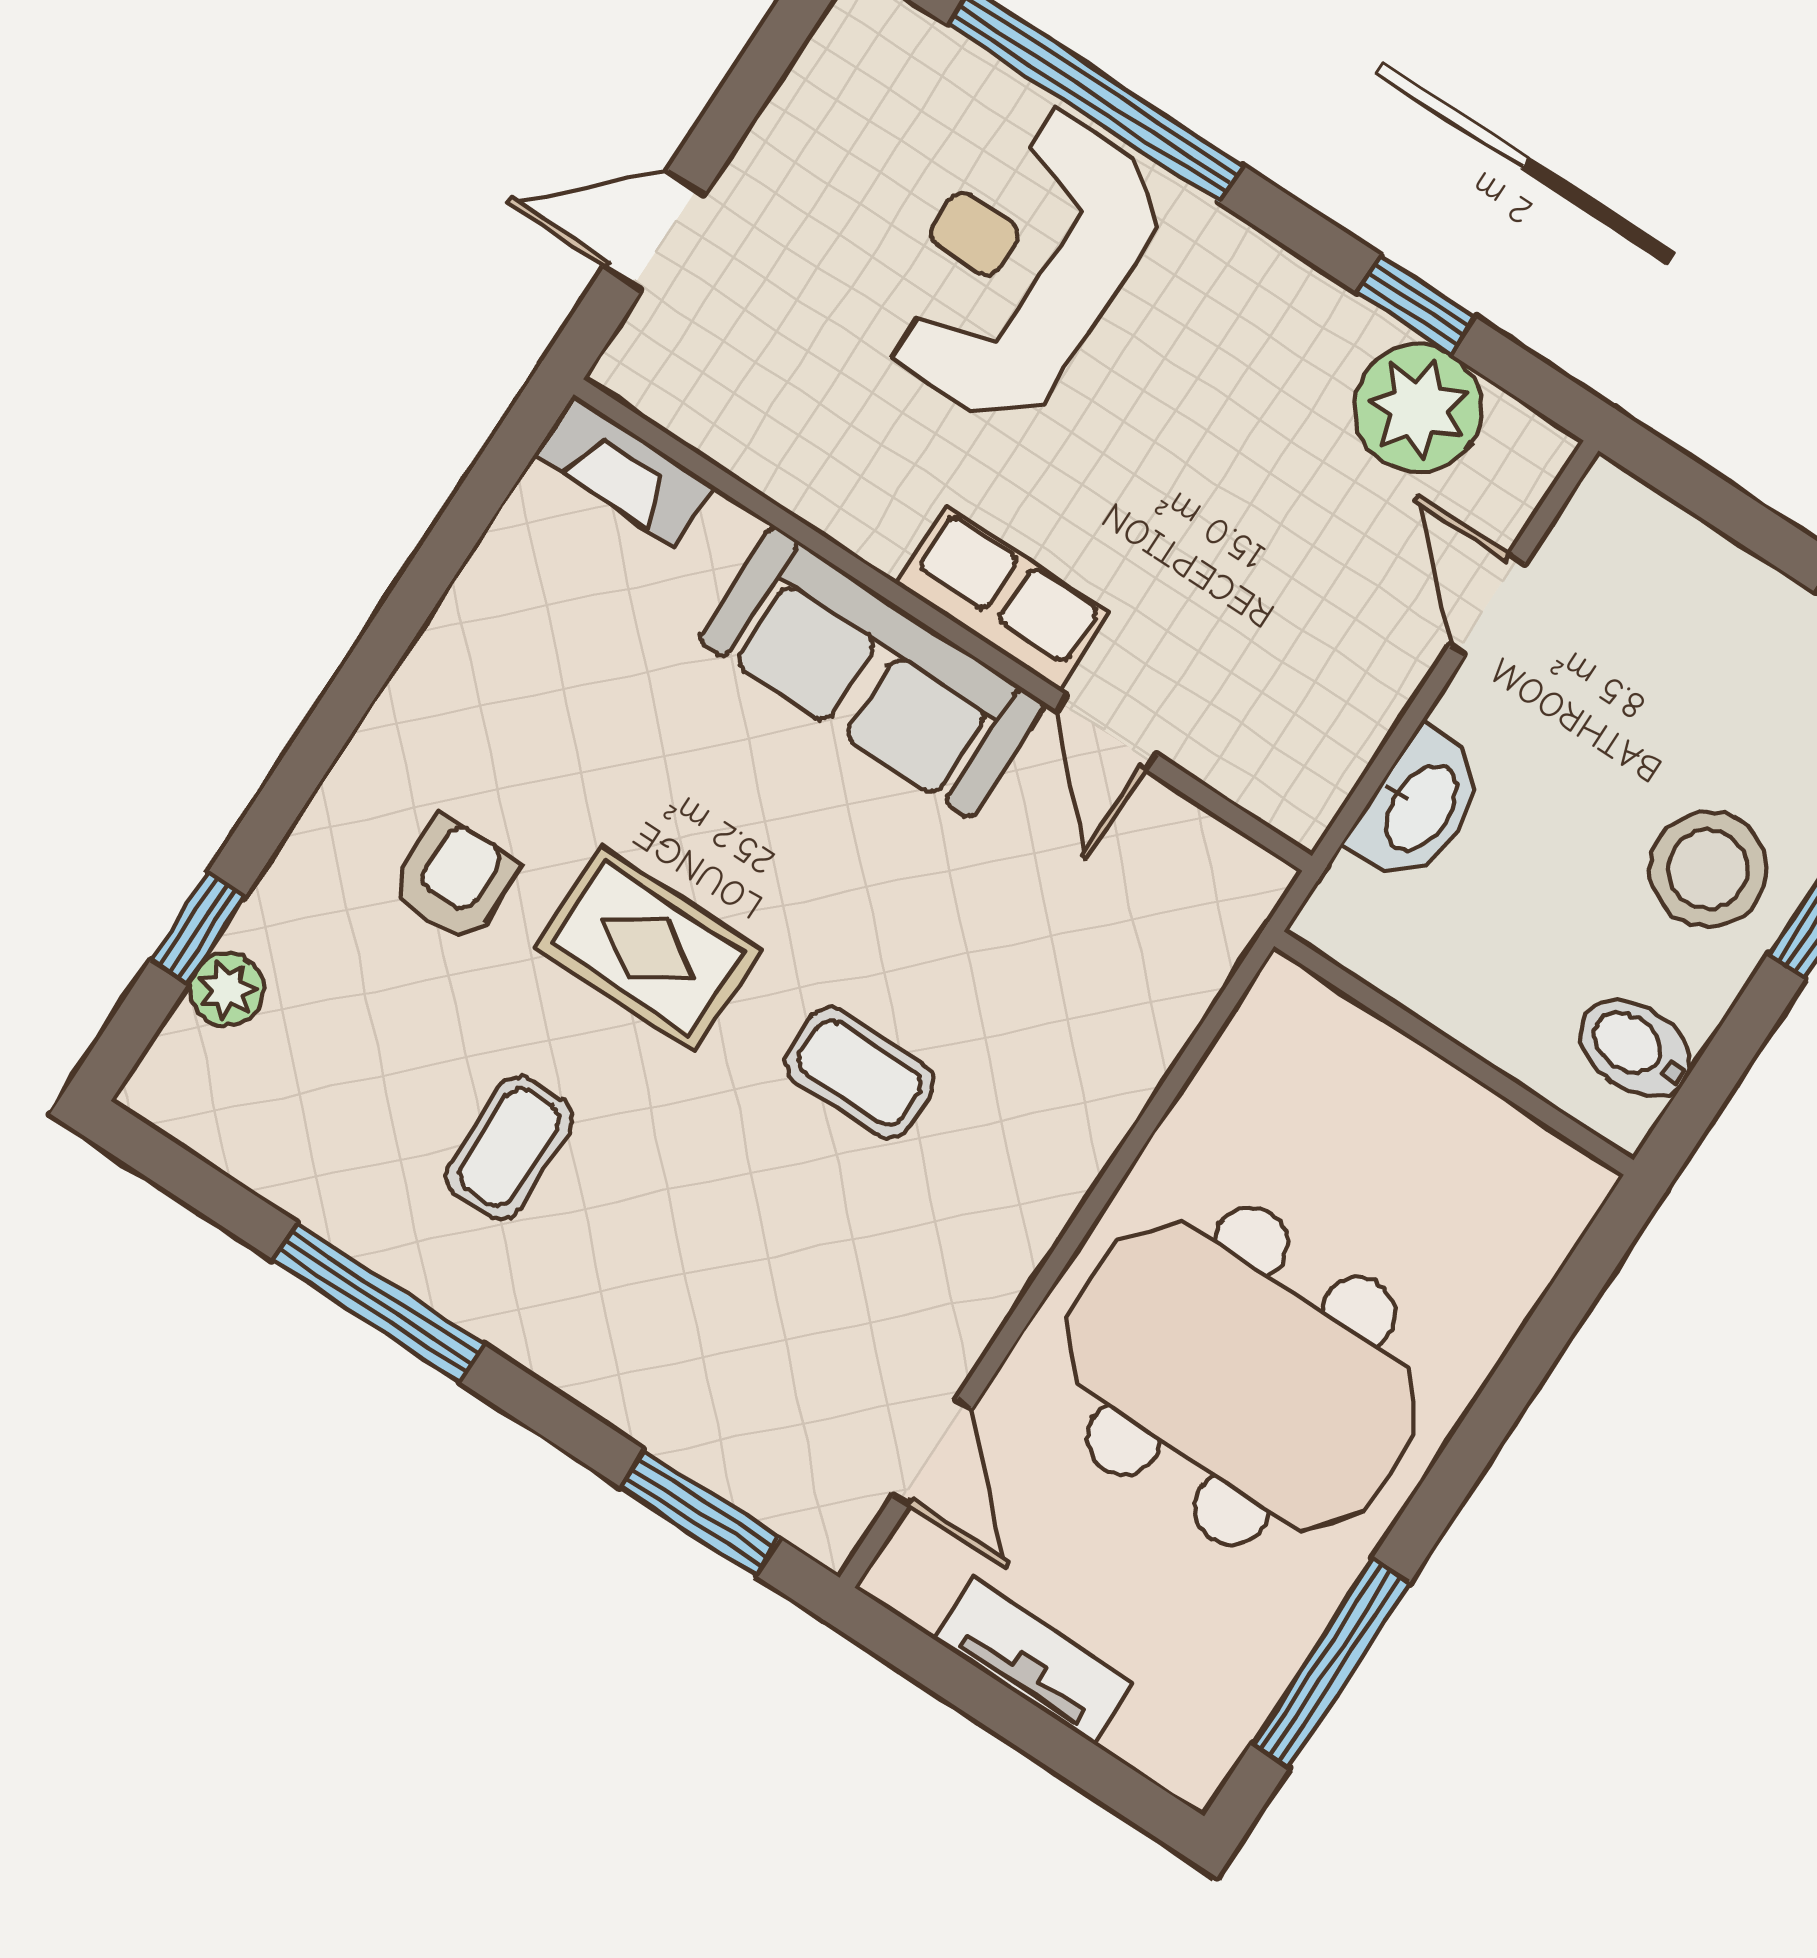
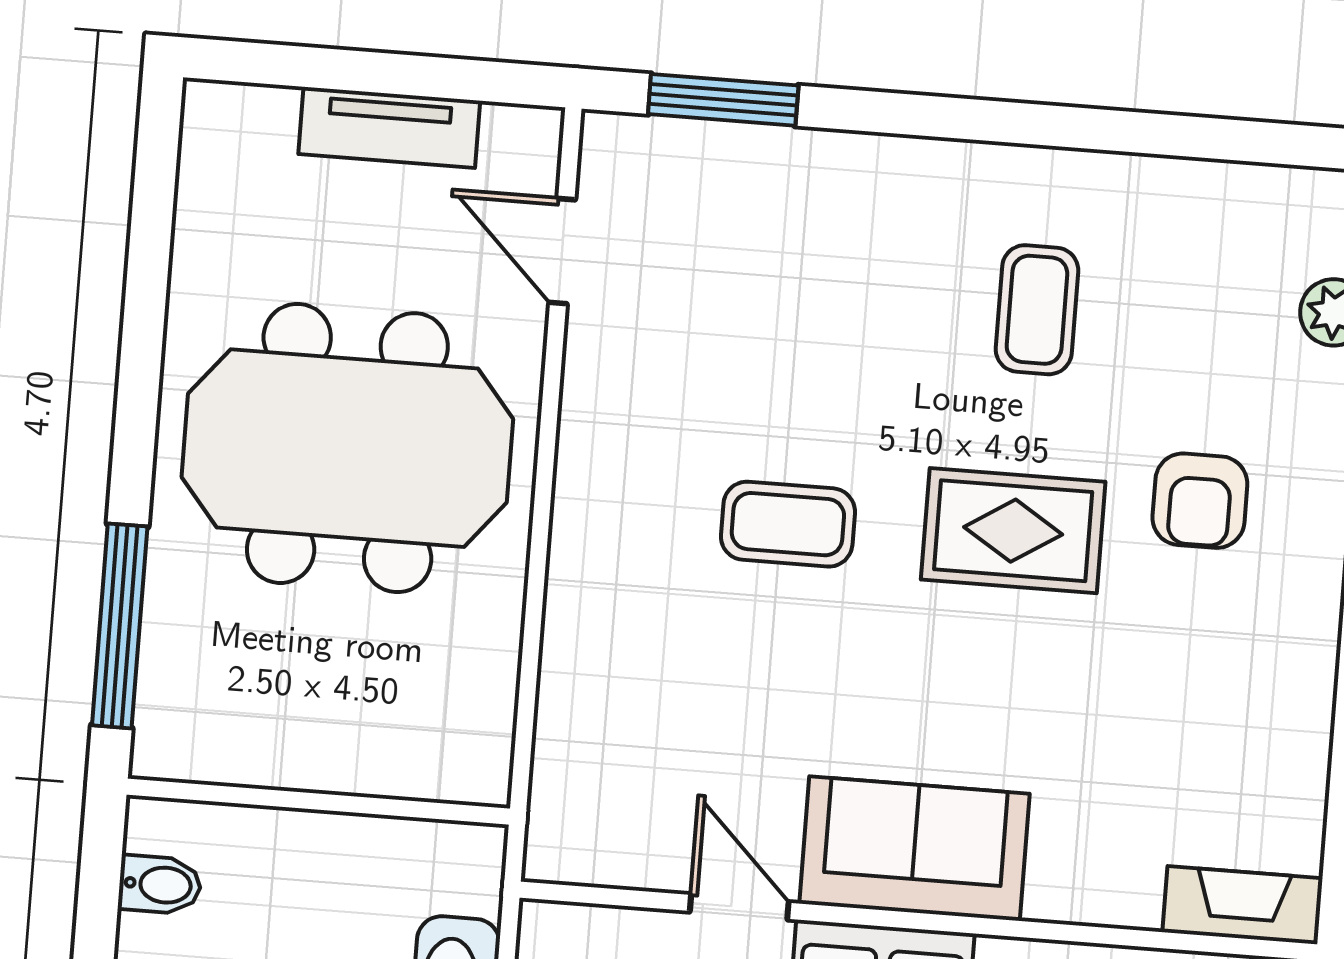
sofa: (872, 672) -> (915, 849), width x0.73
bidet: (1636, 1048) -> (160, 885), width x0.72, depth x0.74
window: (379, 1302) -> (1074, 127), removed
window: (1331, 1663) -> (120, 626), moved

